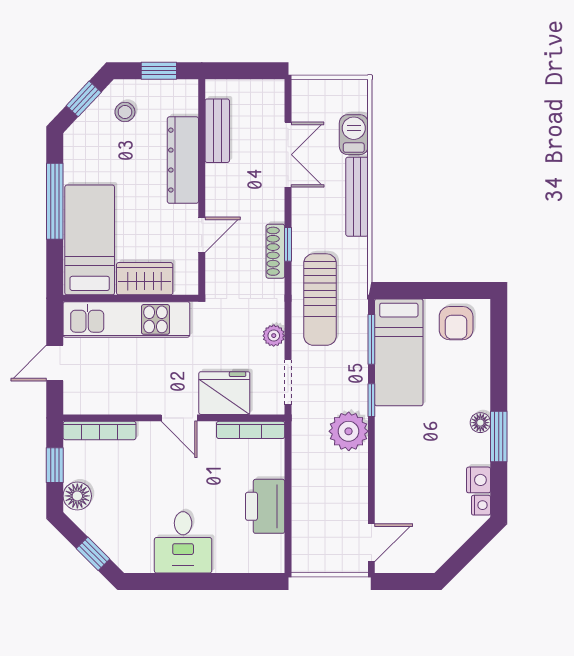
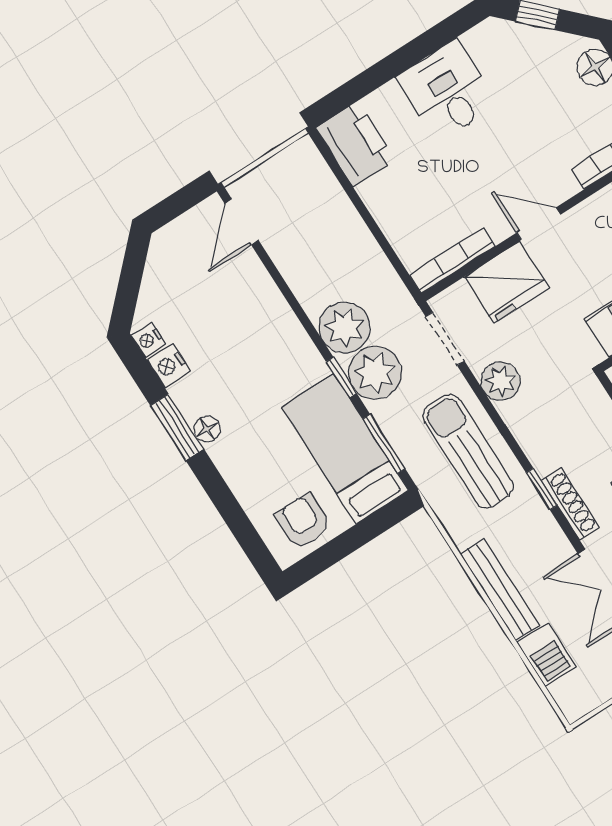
shoe rack: (275, 251) -> (570, 504), moved
plant: (274, 336) -> (500, 381), width x1.38, depth x1.38
plant: (348, 389) -> (375, 373), added
printer: (265, 506) -> (355, 144), moved

